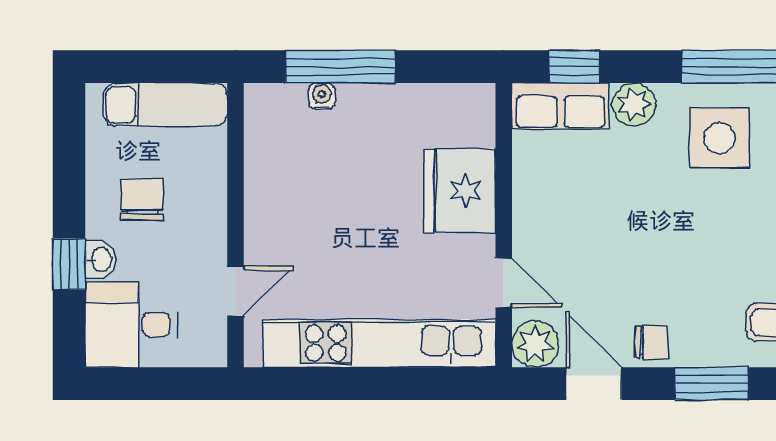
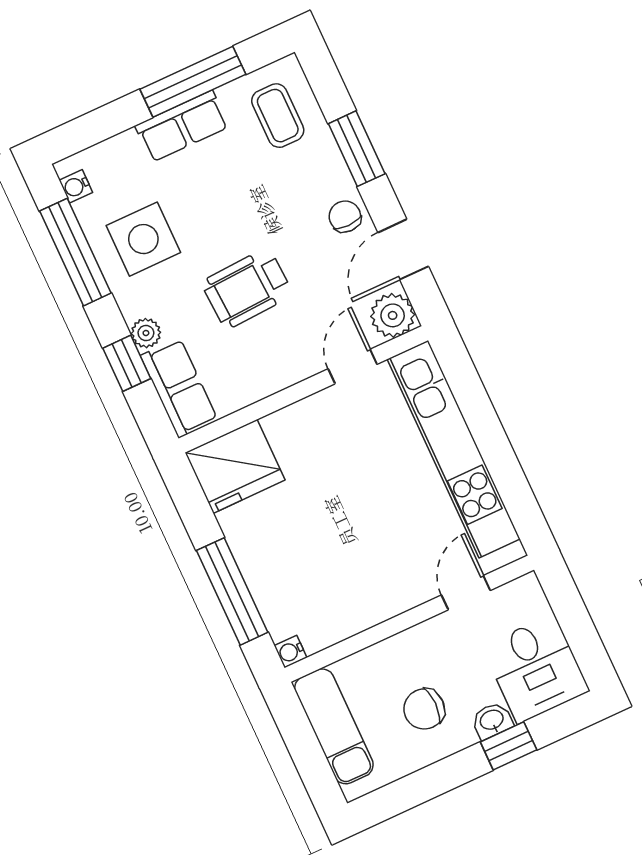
window: (575, 67) -> (127, 363), moved
water cooler: (322, 96) -> (291, 652), moved
plant: (634, 104) -> (146, 333), width x0.73, depth x0.73
fridge: (460, 190) -> (235, 466), moved
wheelchair: (626, 216) -> (247, 288), added
door: (236, 291) -> (466, 593), hinge flipped

